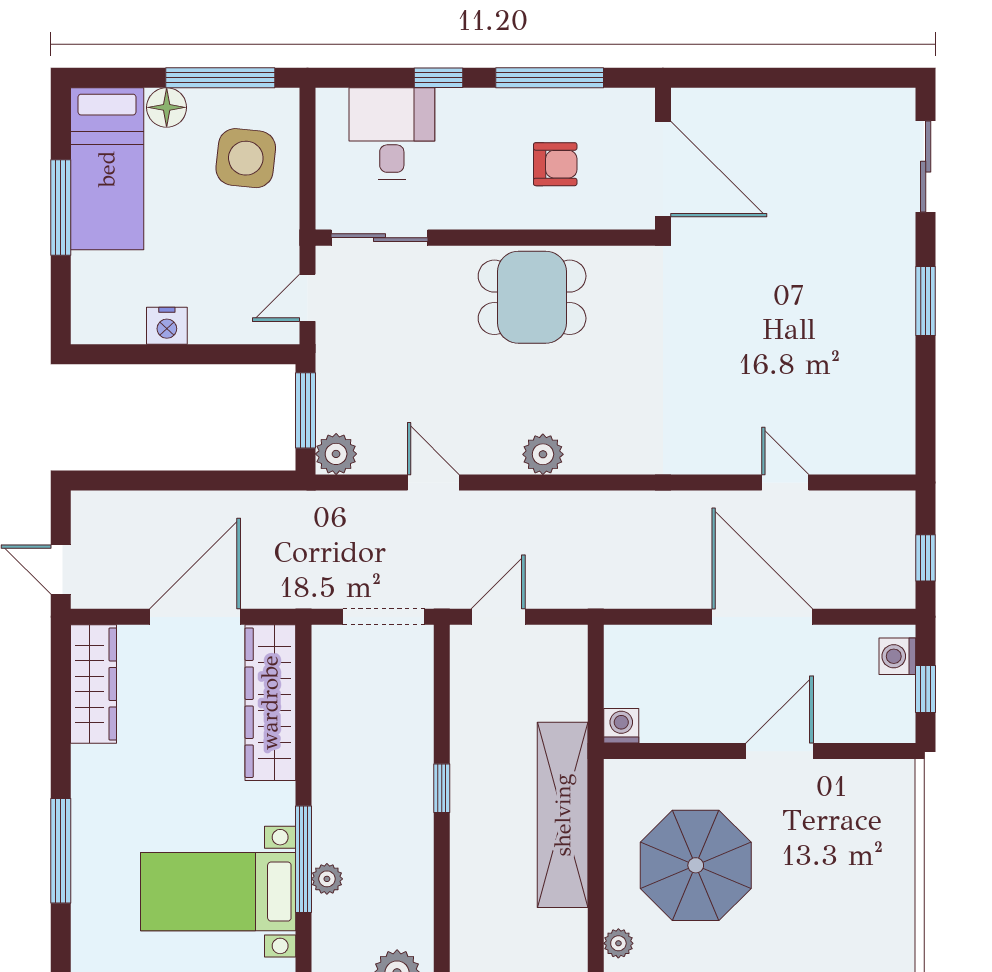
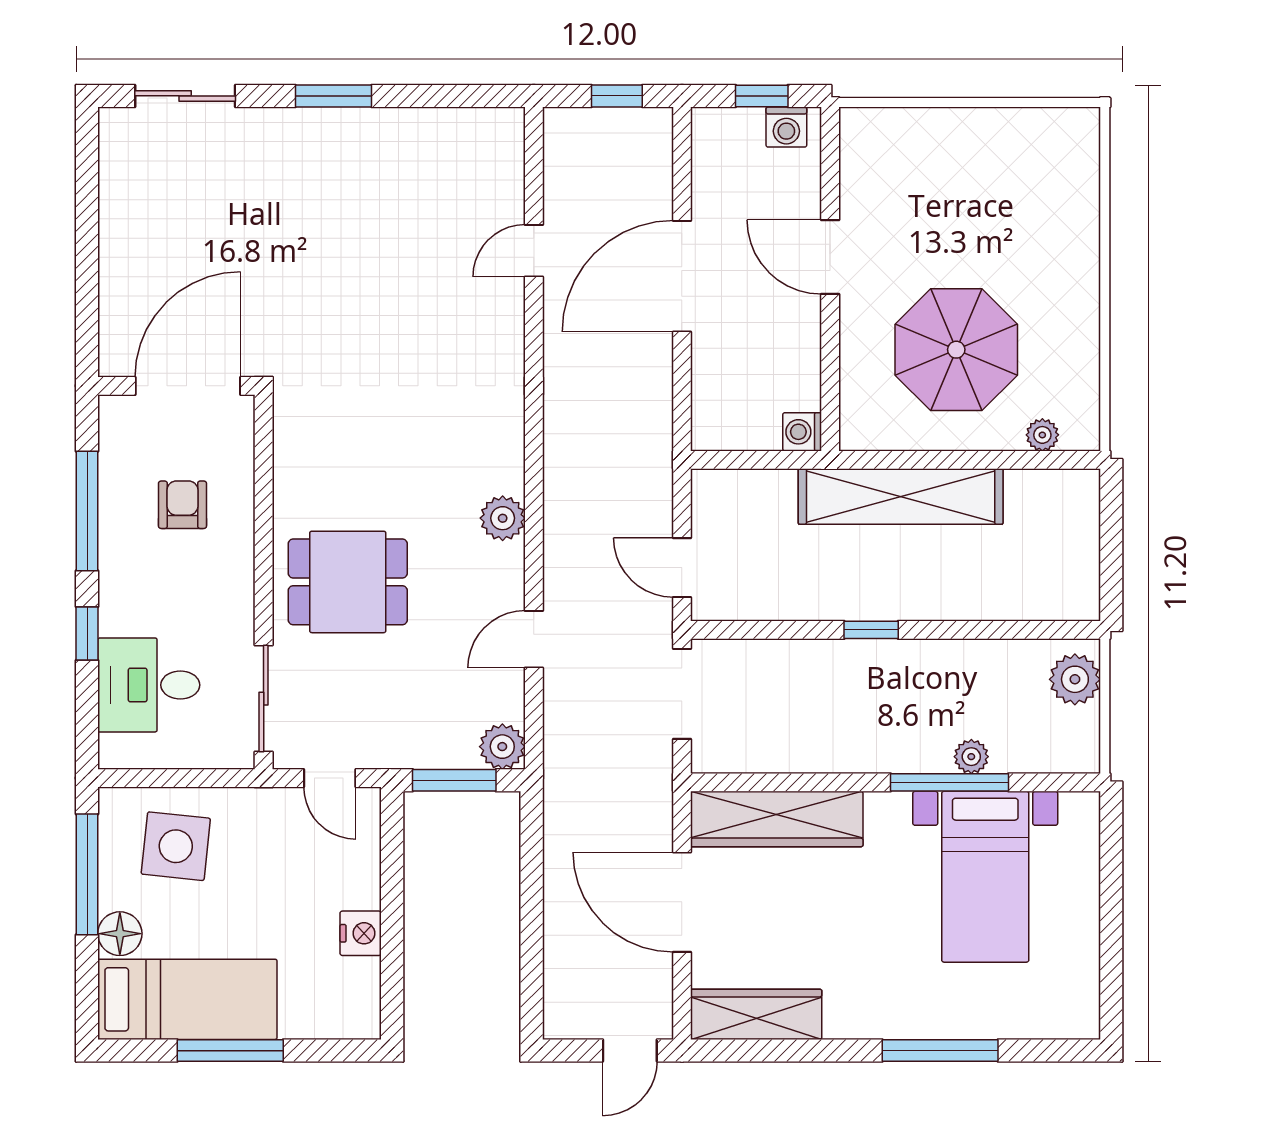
dining table: (532, 297) -> (348, 582), moved, turned 90
washing machine: (897, 656) -> (786, 127), moved

